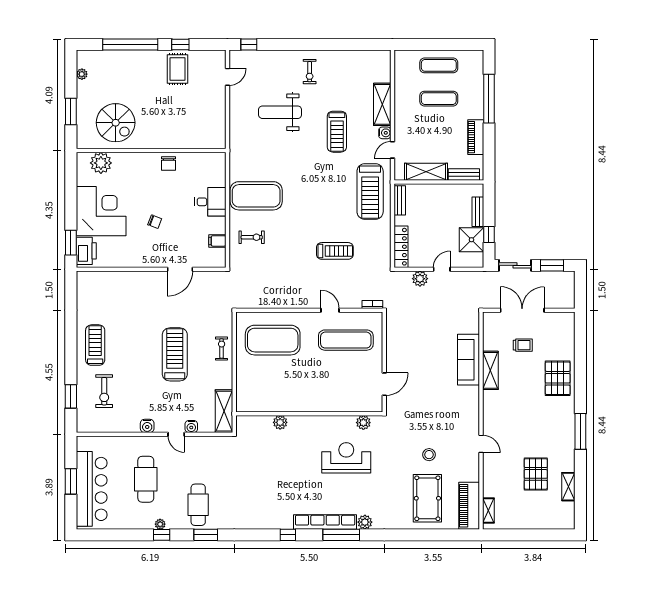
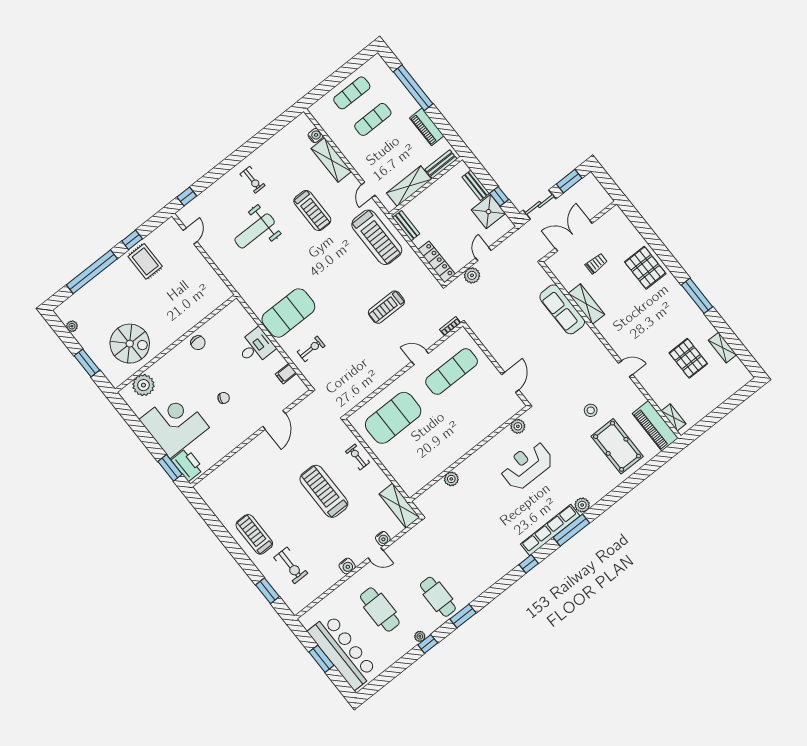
water cooler: (385, 133) -> (315, 136), moved
treadmill: (335, 251) -> (386, 307), turned 180

